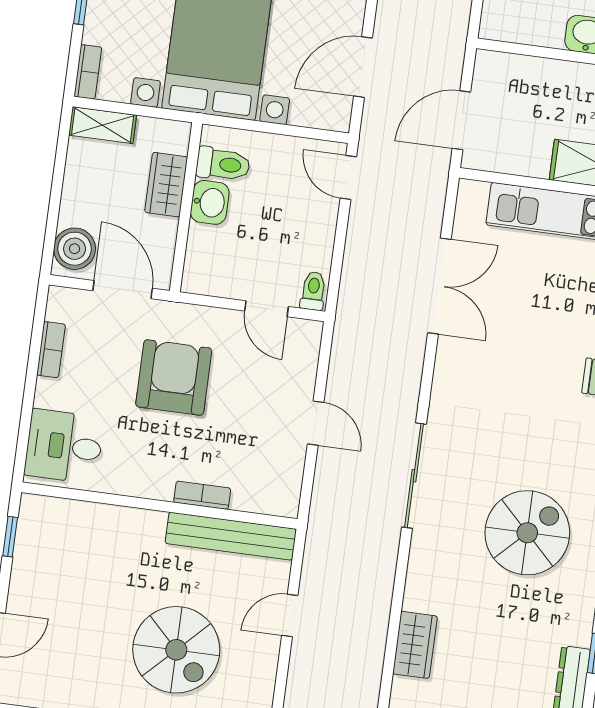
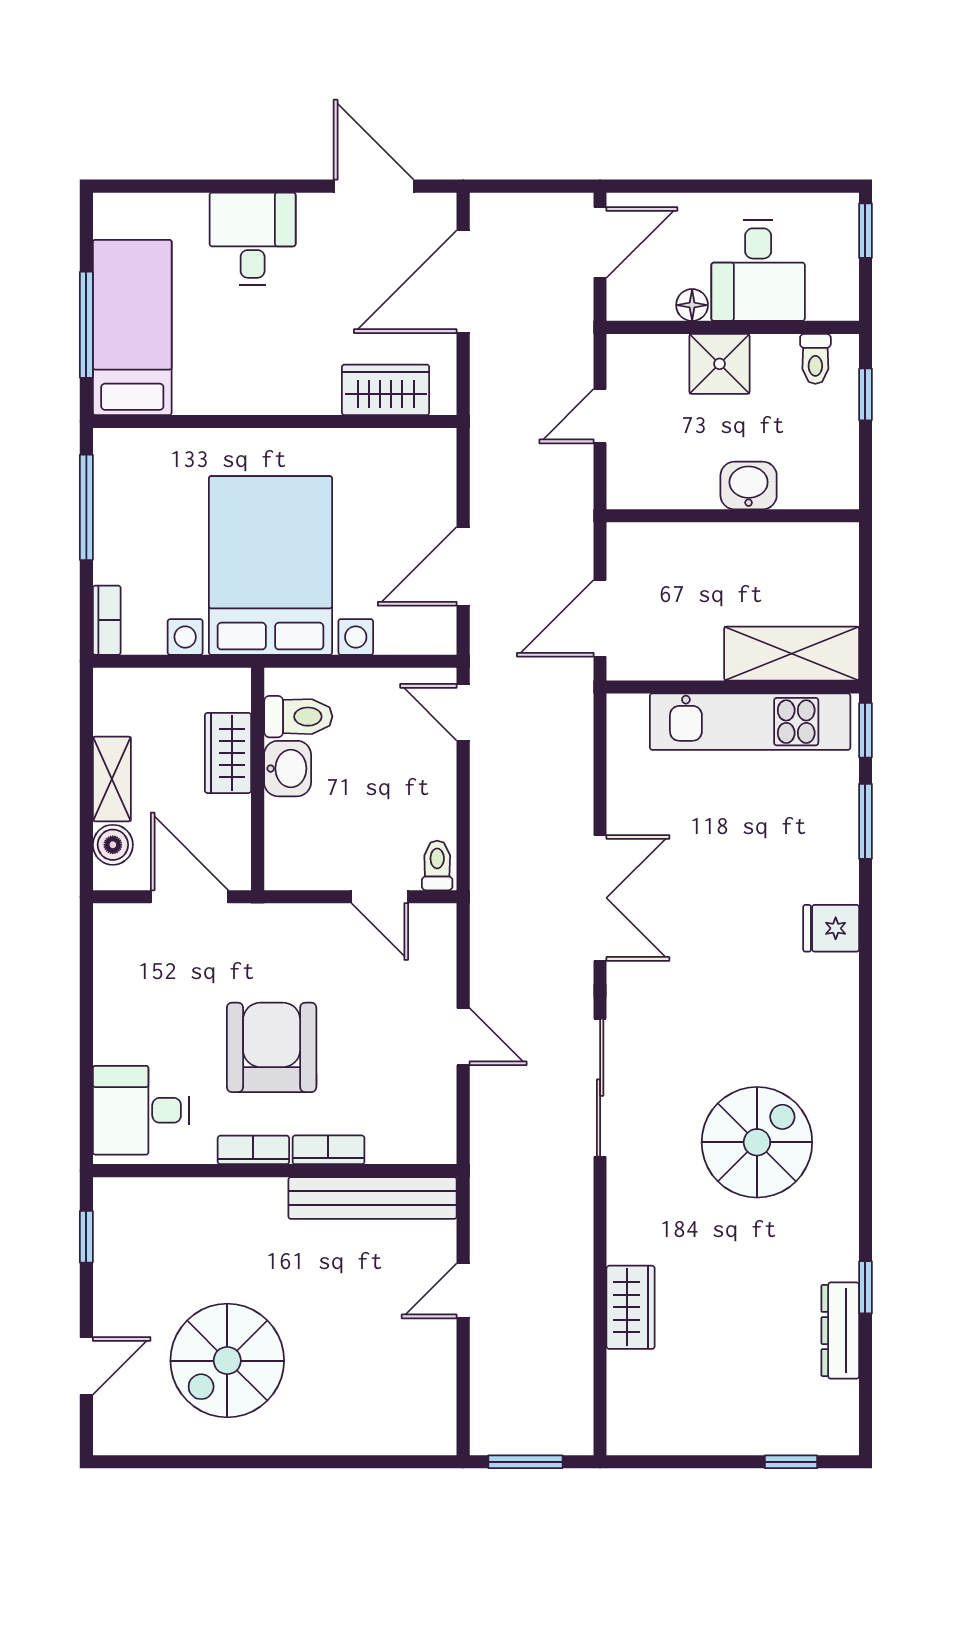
shelving: (103, 125) -> (112, 779), moved, turned 90
boiler: (75, 249) -> (113, 845), width x0.73, depth x0.73
double door: (439, 286) -> (600, 898), moved
bookcase: (51, 350) -> (253, 1150), moved, turned -90
armchair: (174, 377) -> (272, 1047), moved
spiral stairs: (176, 650) -> (227, 1361), moved, turned 90

